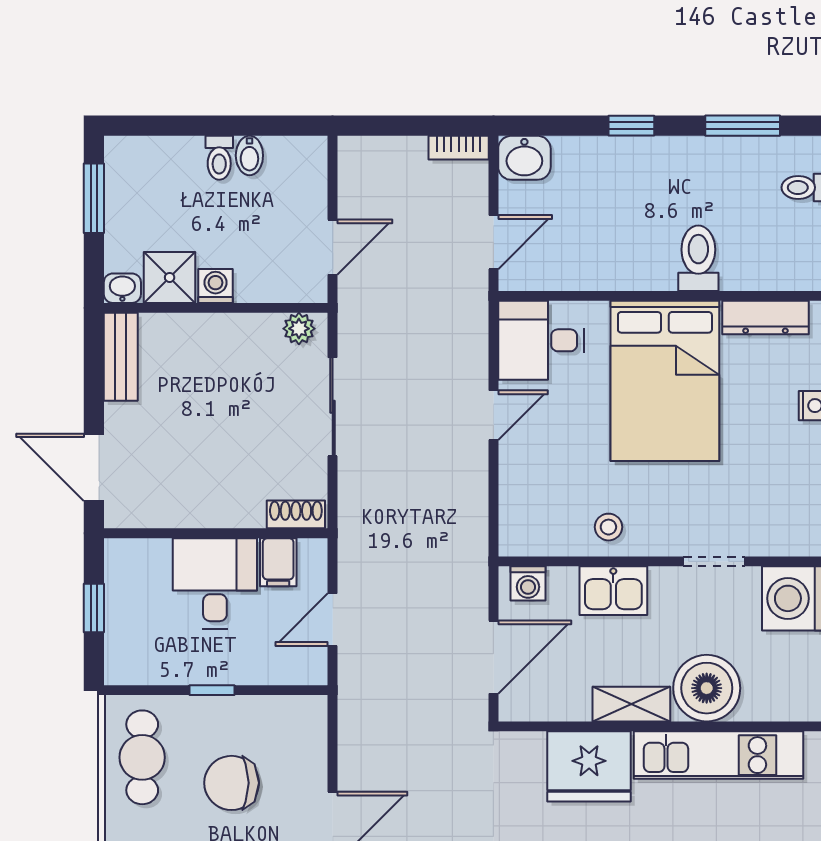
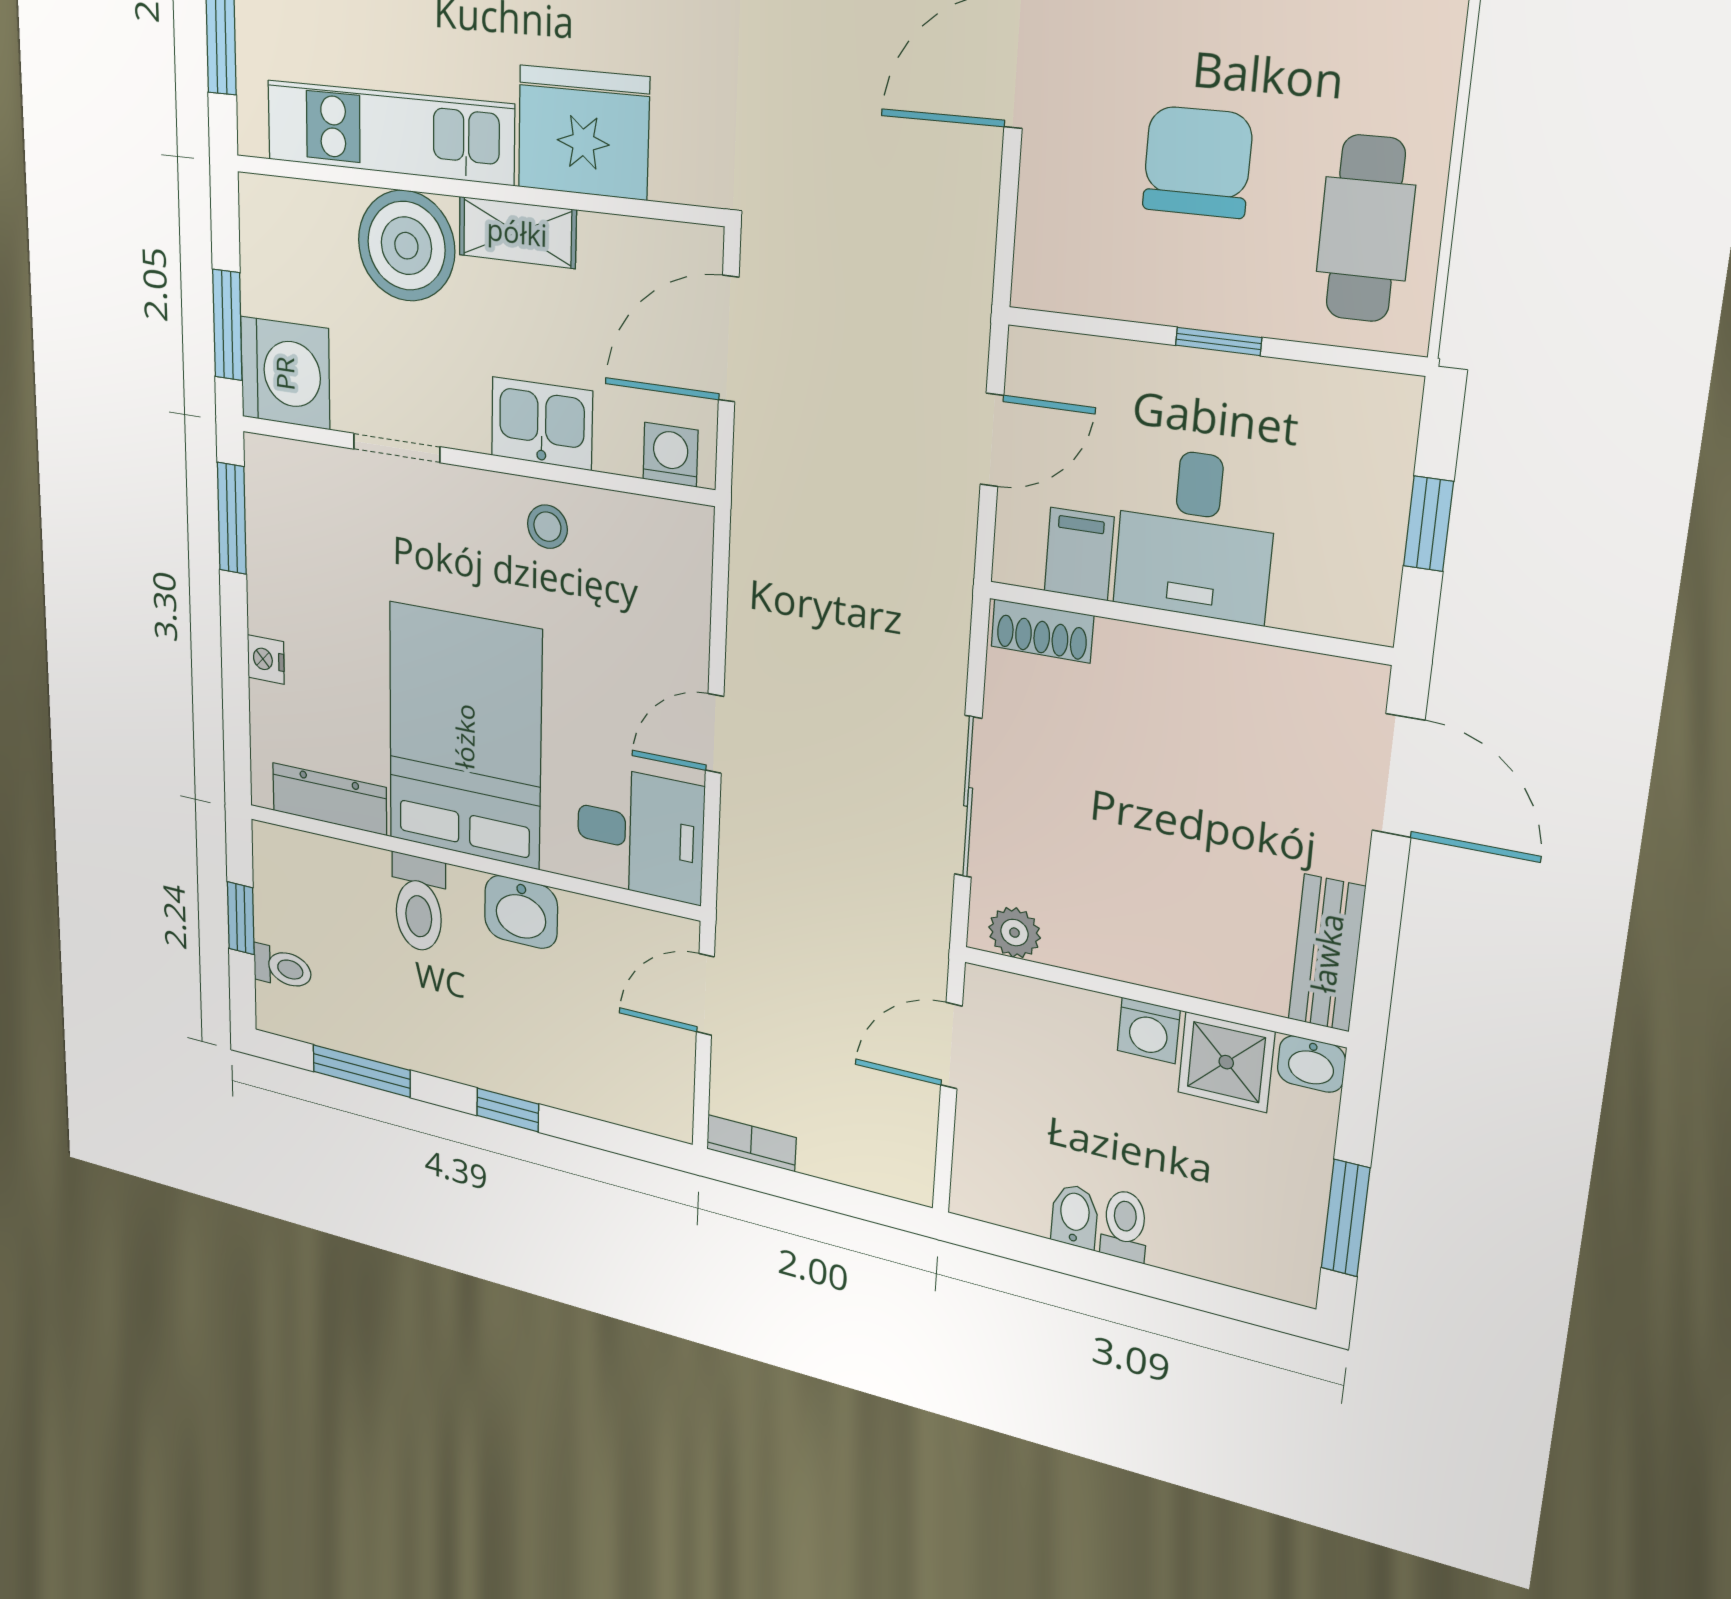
washbasin: (524, 158) -> (521, 912), moved, turned 180
chair: (232, 783) -> (1197, 162), turned -90

